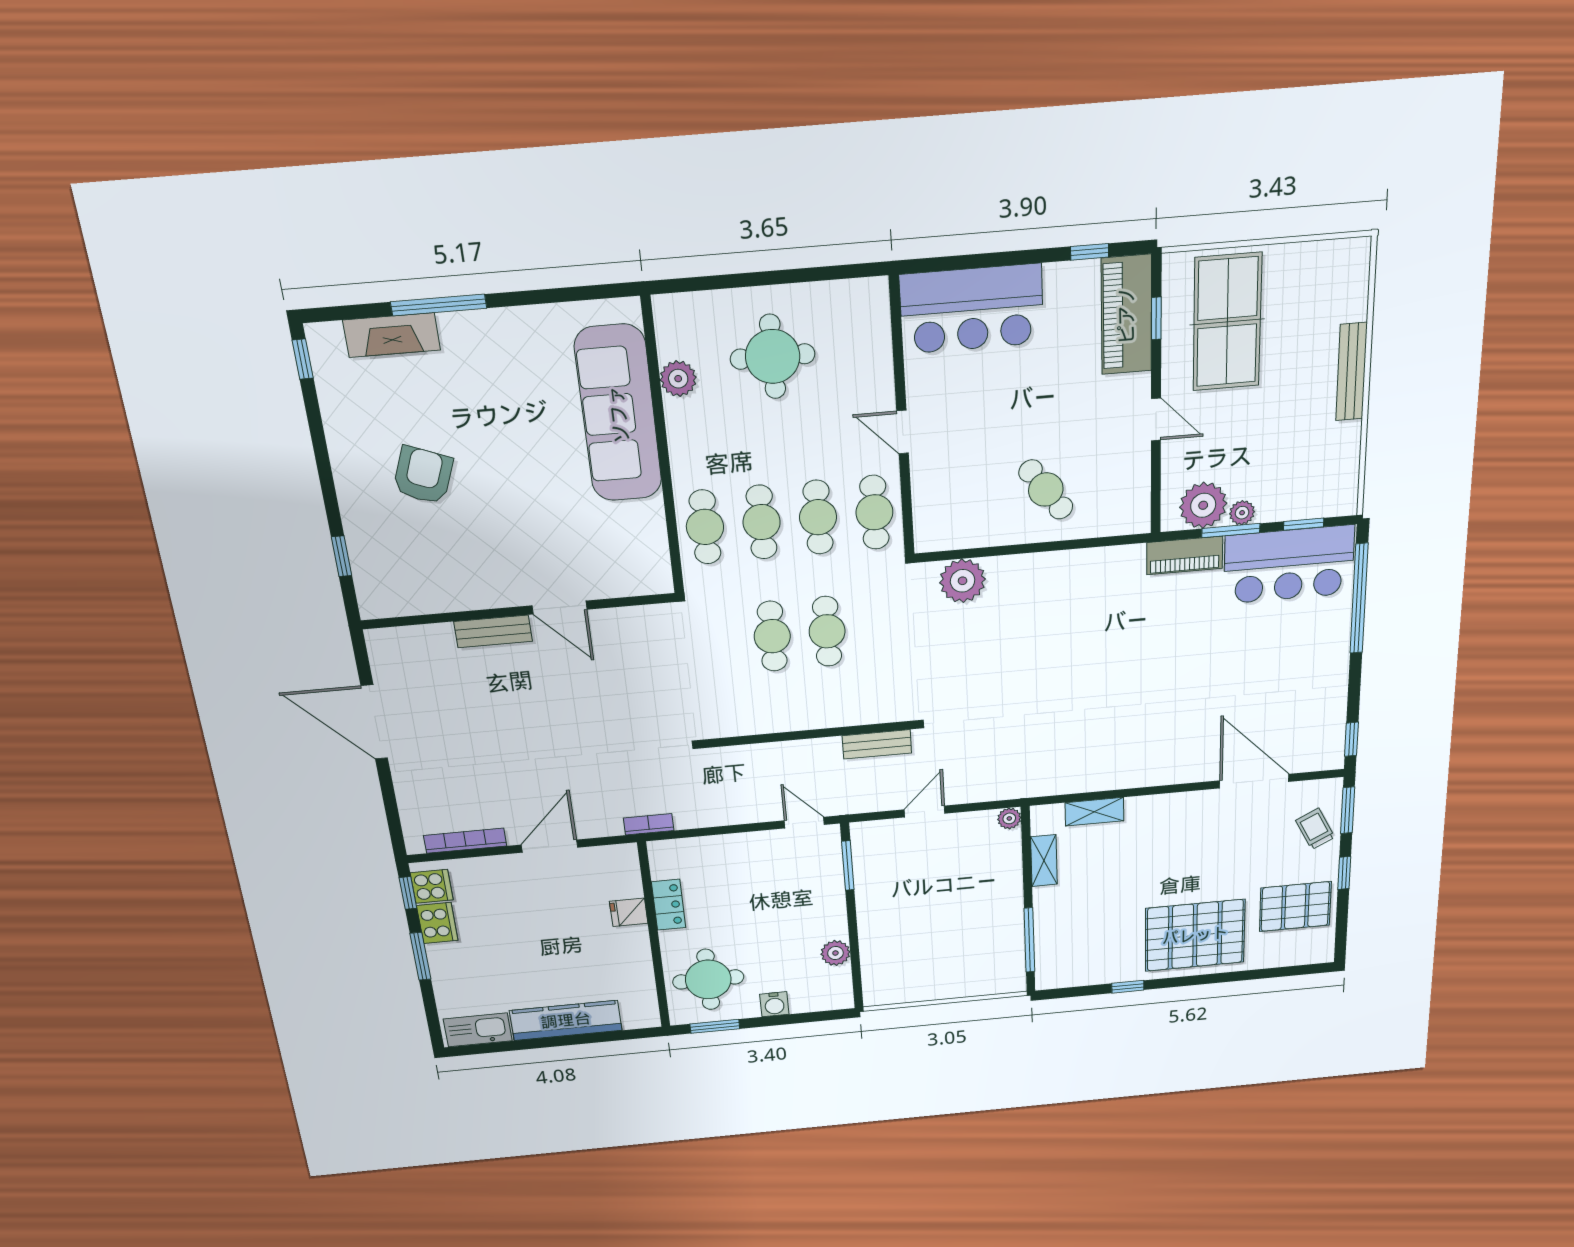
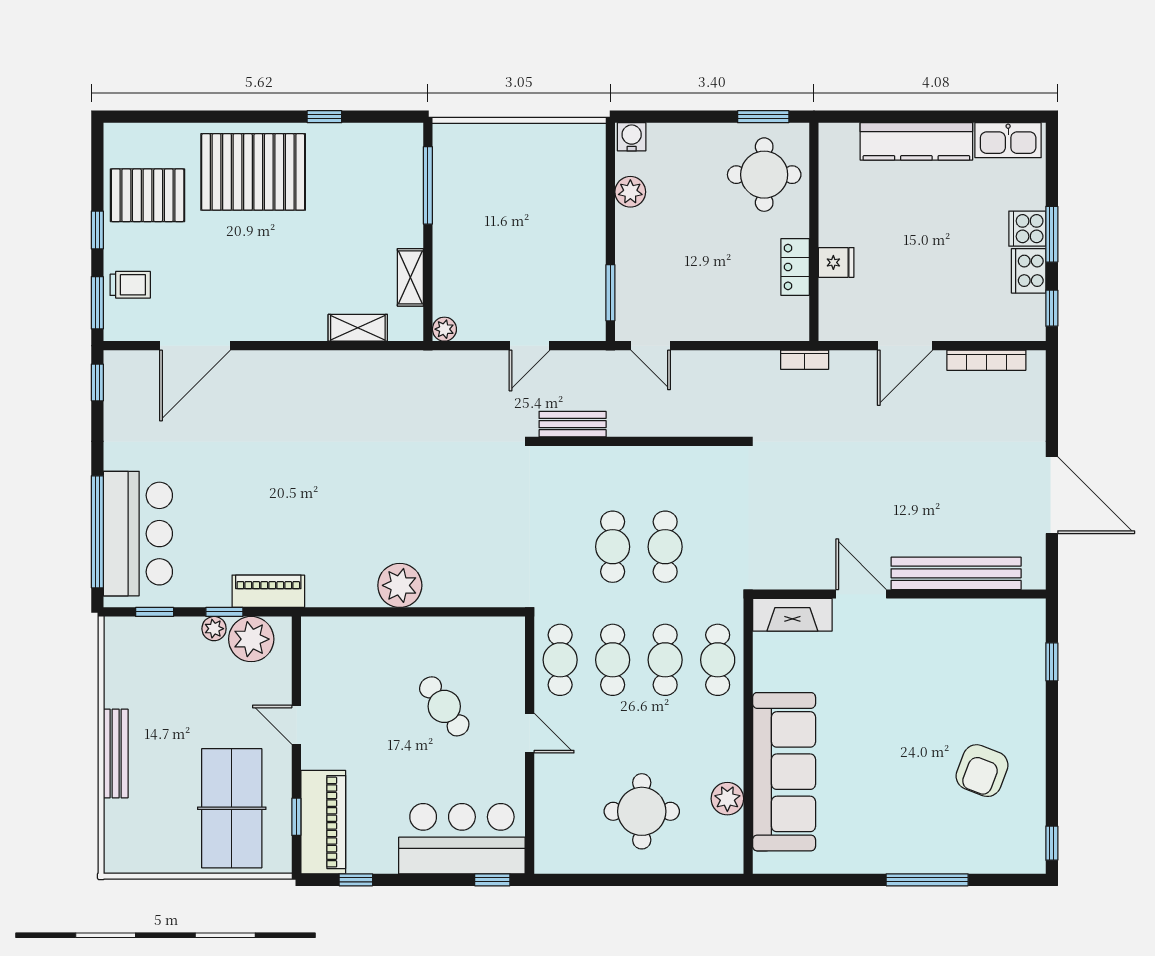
window: (935, 264) -> (492, 880), added
fireplace: (392, 335) -> (792, 615), moved, turned 180
armchair: (423, 475) -> (982, 771), moved
cafe table: (1046, 489) -> (444, 706), moved
window: (1231, 531) -> (224, 612), width x0.67
bar counter: (1289, 565) -> (138, 534), moved, turned 90
plant: (963, 581) -> (400, 585), moved
bench: (493, 631) -> (956, 573), width x1.86, depth x1.21
door: (1254, 781) -> (195, 346), hinge flipped
trolley: (1315, 829) -> (130, 285), turned -63
cooker: (432, 886) -> (1027, 229), moved
water cooler: (774, 1004) -> (632, 137), moved

